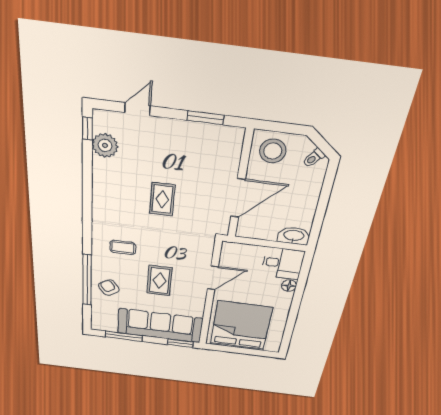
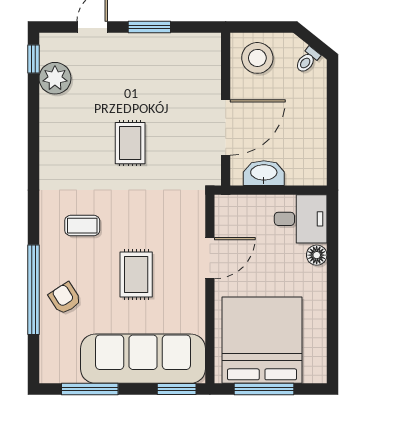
window: (206, 118) -> (149, 27), moved
washbasin: (294, 236) -> (264, 173), moved
window: (237, 350) -> (264, 389), added

